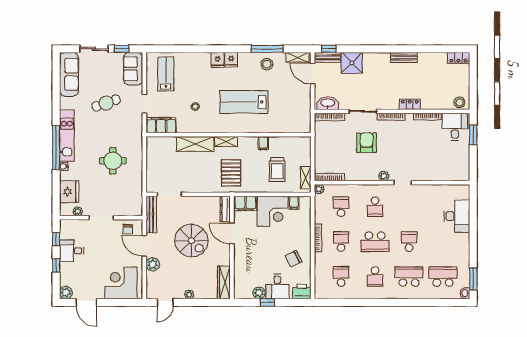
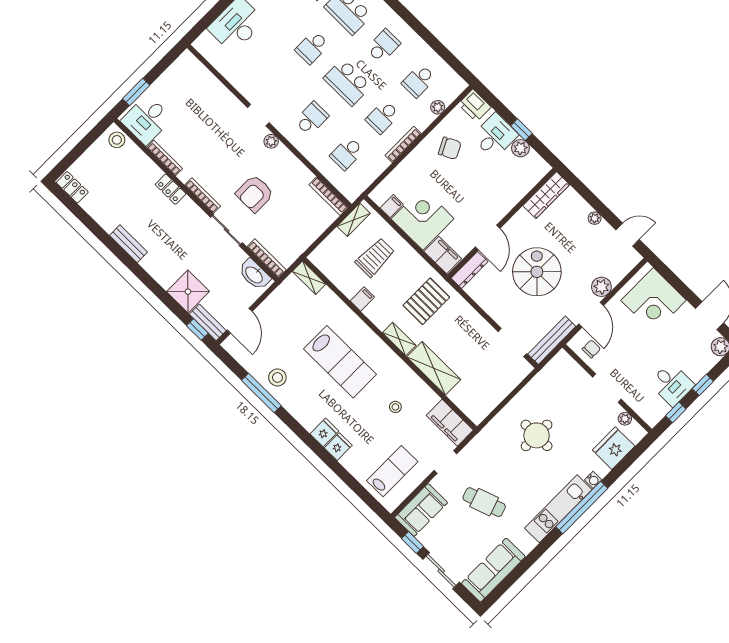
shelving: (298, 57) -> (309, 278), moved
fridge: (231, 60) -> (338, 447), moved
lab bench: (166, 74) -> (392, 471), turned 180
plant: (319, 189) -> (438, 107), moved
school desk: (375, 242) -> (347, 82), turned 180

